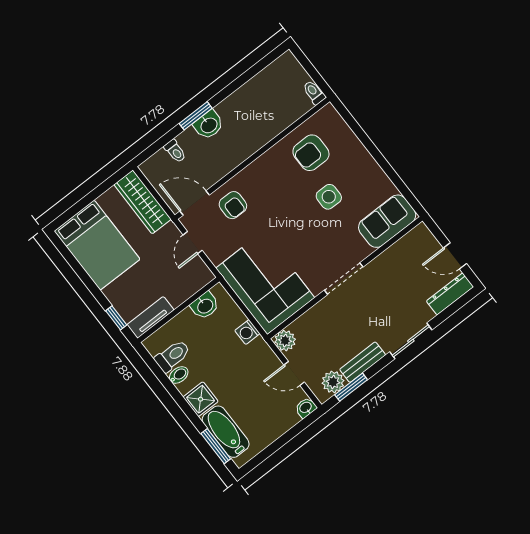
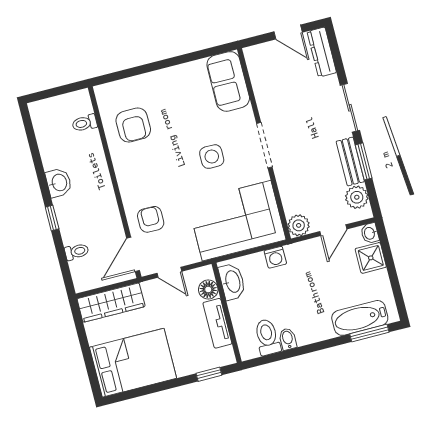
toilet: (314, 92) -> (85, 123), moved
window: (196, 116) -> (52, 218), width x0.67
washbasin: (209, 125) -> (59, 183), moved
side table: (329, 197) -> (212, 157), moved
armchair: (233, 205) -> (151, 219), turned -90
door: (455, 256) -> (288, 32), hinge flipped
floor lamp: (192, 284) -> (208, 290), added
washbasin: (205, 306) -> (232, 282), width x1.38
tv unit: (150, 317) -> (217, 323), moved
window: (351, 387) -> (364, 161), moved
shower: (201, 399) -> (371, 258), moved

